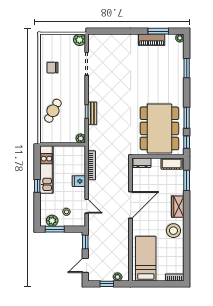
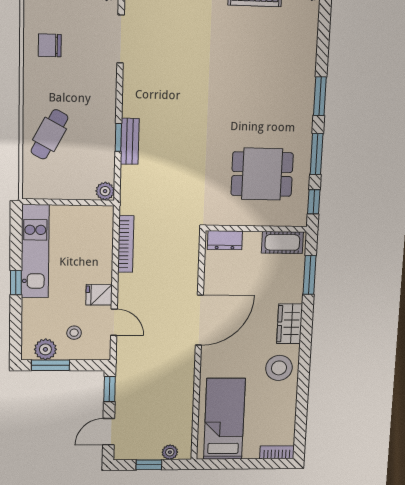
window: (187, 68) -> (320, 96), moved
dining table: (159, 128) -> (262, 174), width x0.53, depth x0.80
fridge: (79, 181) -> (99, 295), moved

